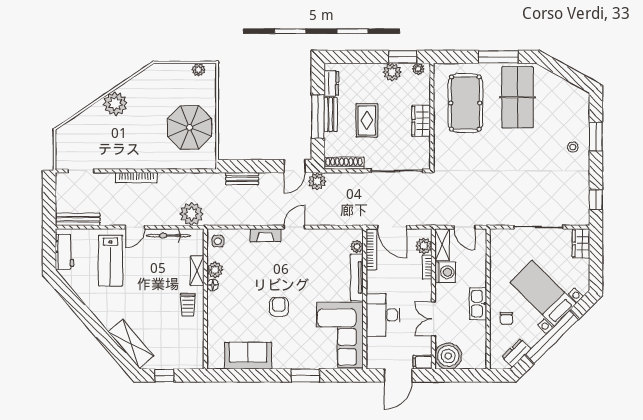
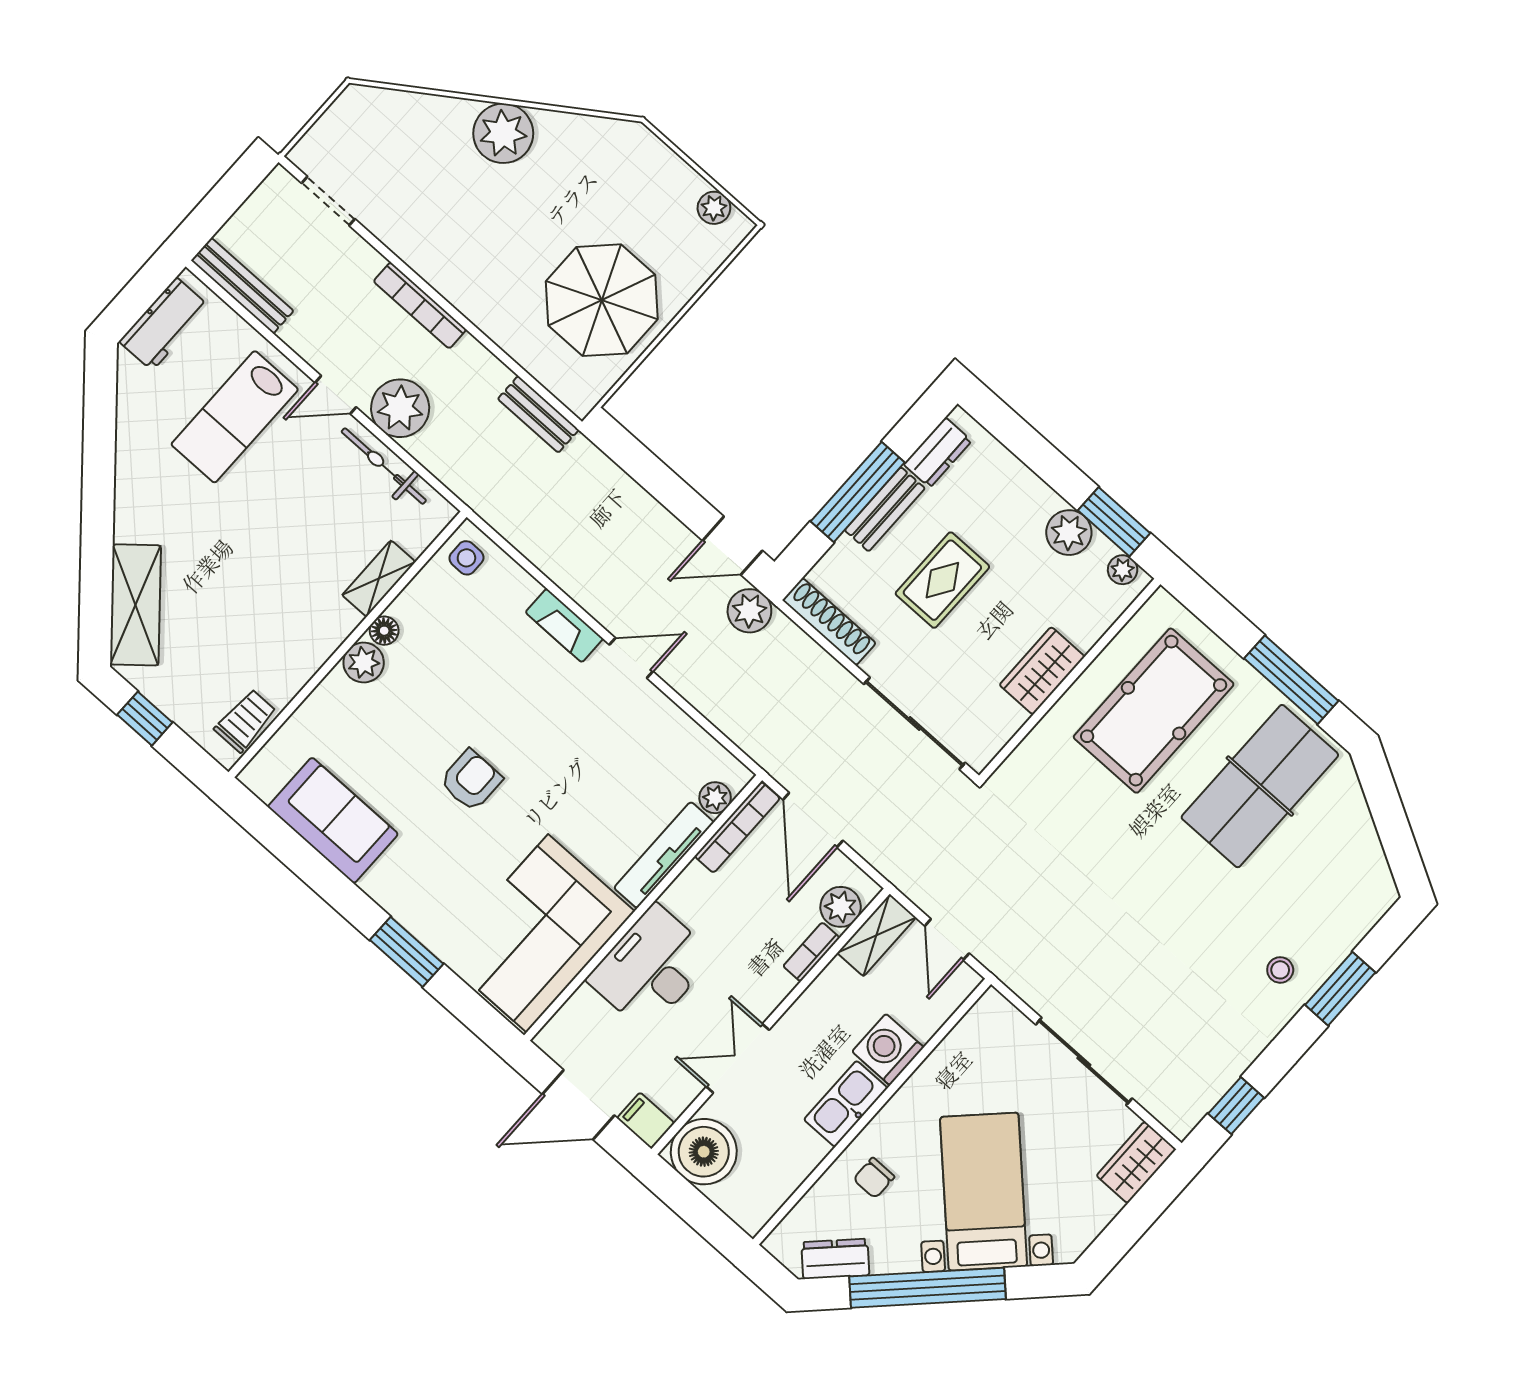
bench: (242, 179) -> (538, 414), moved
plant: (192, 214) -> (400, 408), moved
plant: (215, 270) -> (364, 663), moved
washing machine: (445, 272) -> (888, 1049), moved, turned 180
trolley: (188, 305) -> (245, 721), moved, turned 180

